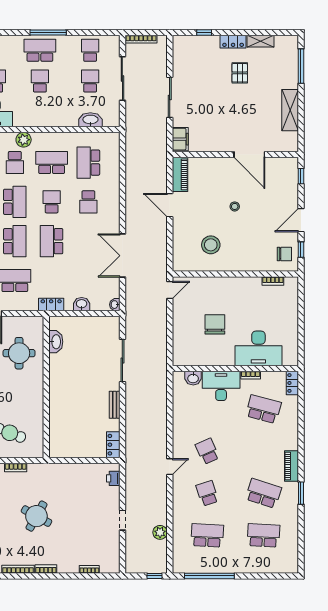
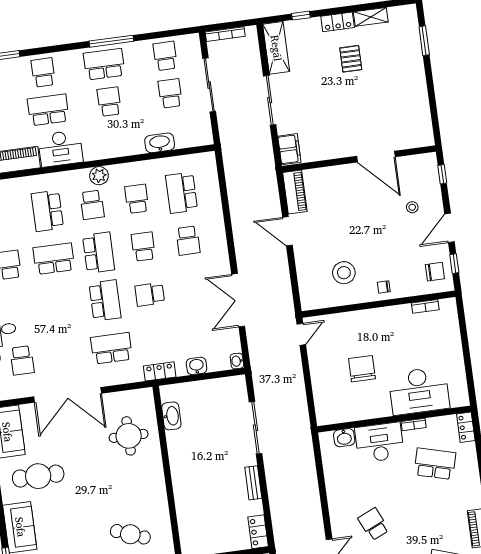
window: (301, 66) -> (424, 41), width x0.69
shelving: (290, 110) -> (276, 48), moved
washbasin: (90, 120) -> (160, 143), moved
school desk: (52, 163) -> (137, 199), width x0.54
stool: (235, 206) -> (412, 207), moved
school desk: (52, 241) -> (150, 294), width x0.54
chair: (241, 261) -> (384, 287), added

